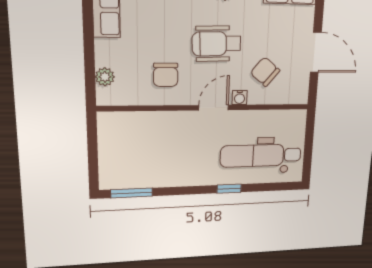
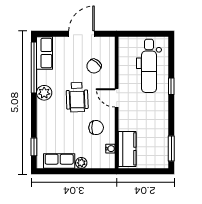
plant: (105, 77) -> (81, 163), moved
water cooler: (240, 98) -> (110, 149), moved
kitchen counter: (130, 125) -> (127, 149), added

